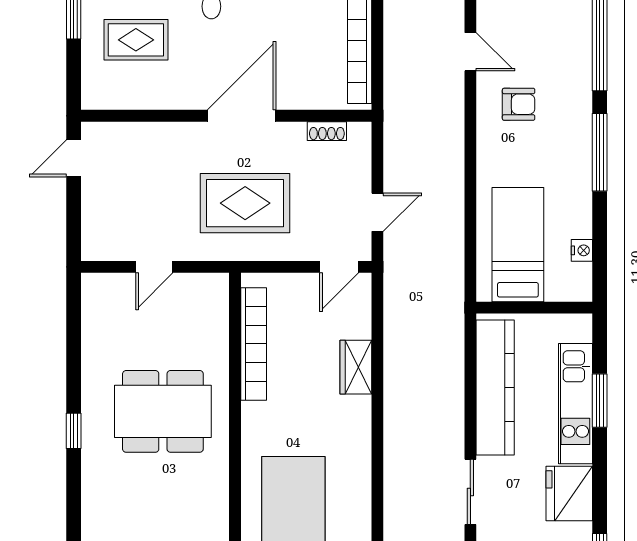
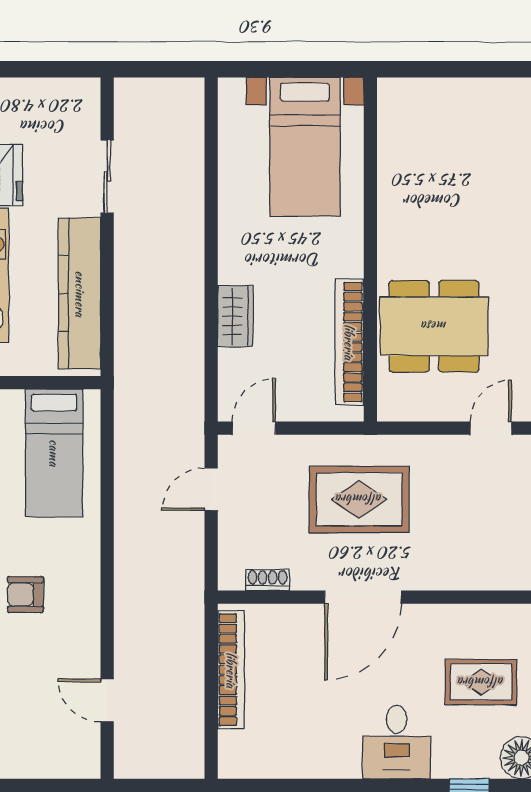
door: (470, 52) -> (107, 700), moved
armchair: (519, 104) -> (26, 595), moved
door: (154, 267) -> (491, 428), moved
dining table: (163, 411) -> (434, 326), moved

